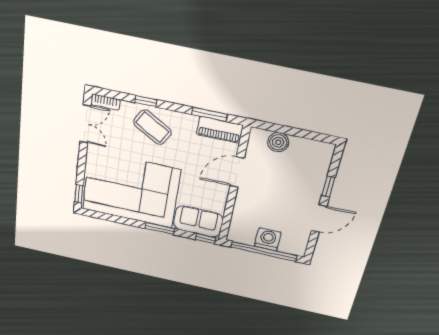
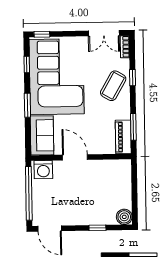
boiler: (278, 142) -> (124, 217), moved
door: (237, 172) -> (75, 157), moved
door: (319, 218) -> (50, 229), moved
window: (206, 239) -> (27, 64), moved
washing machine: (268, 239) -> (43, 170), moved, turned 90

